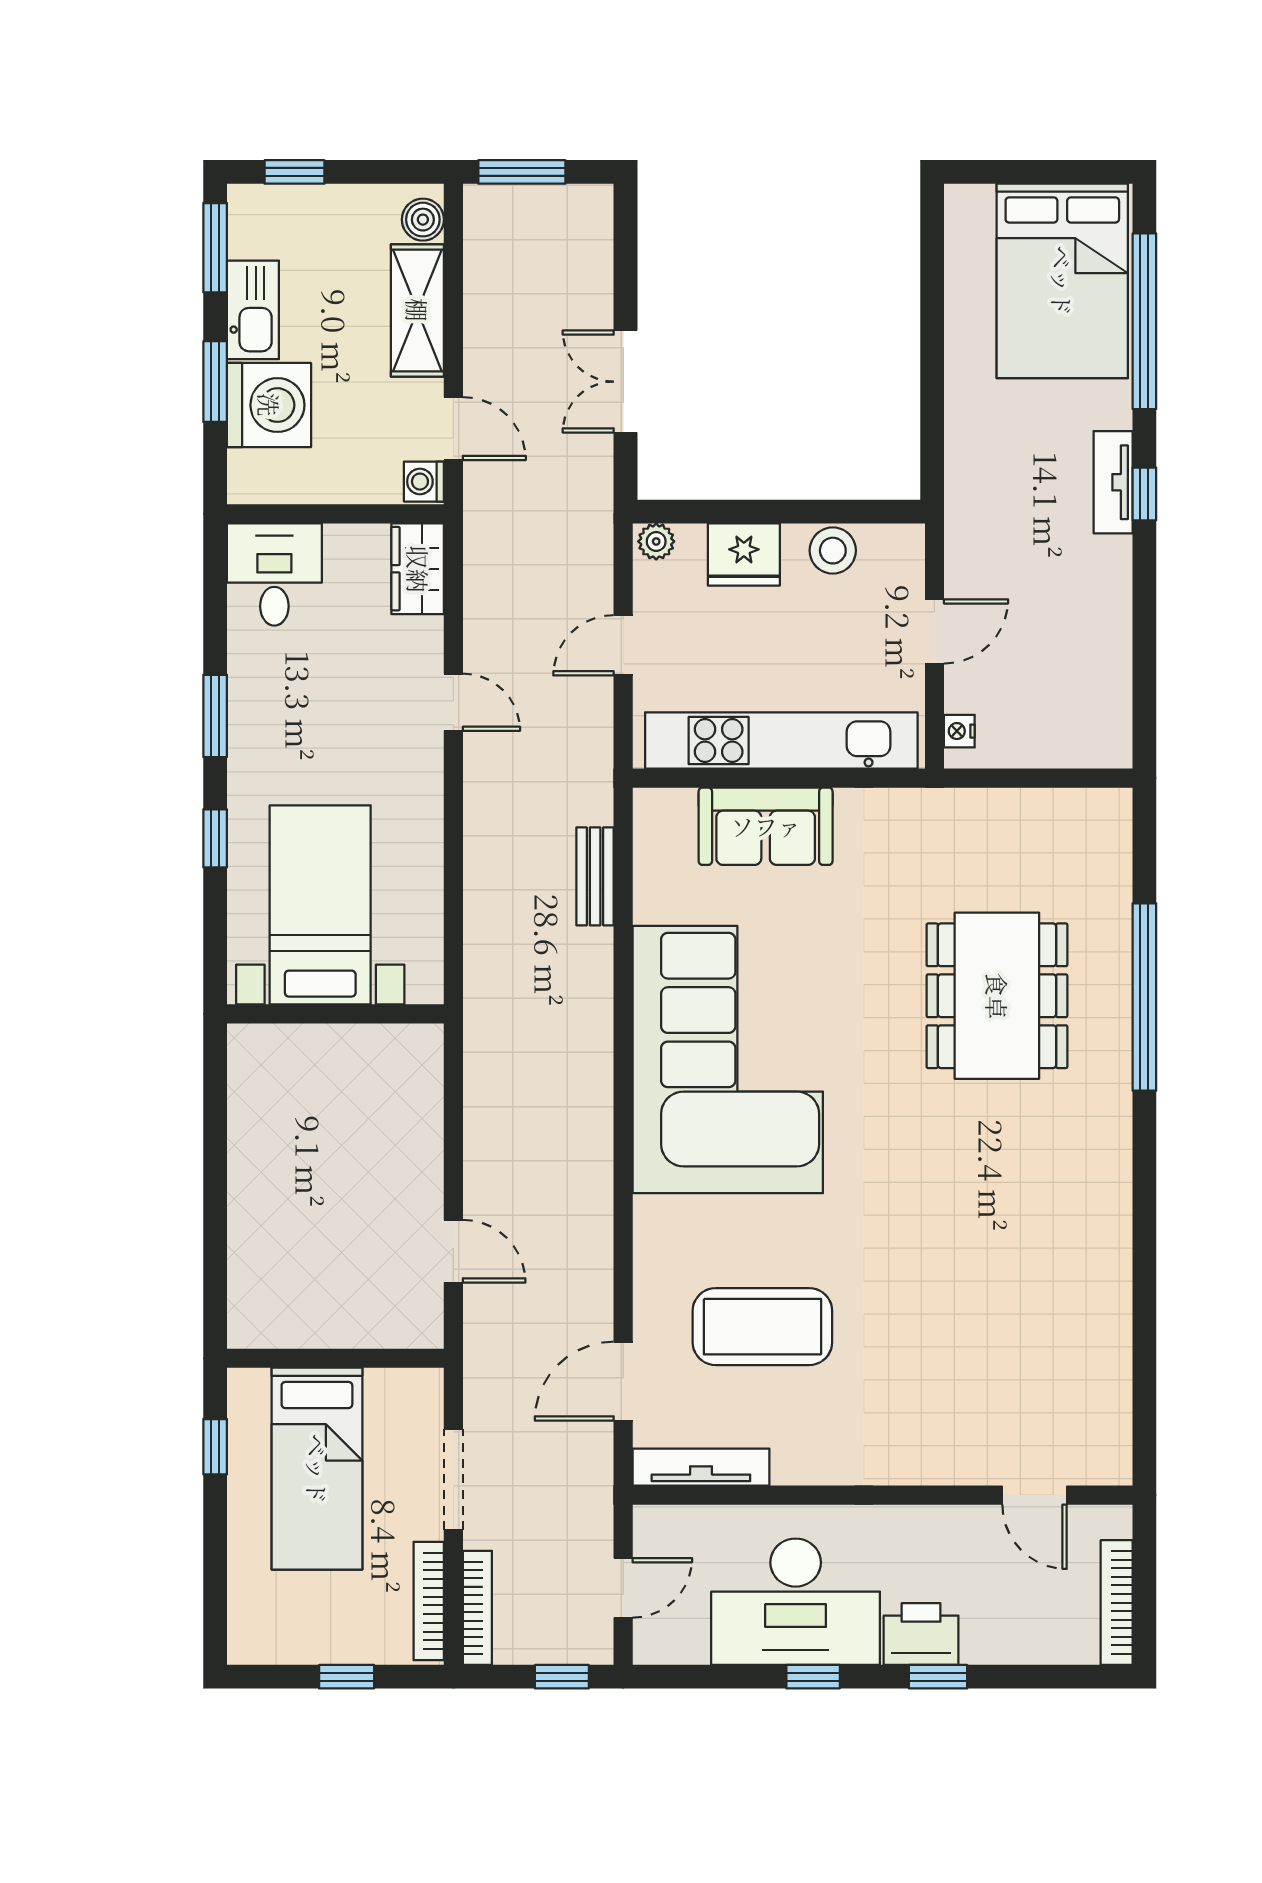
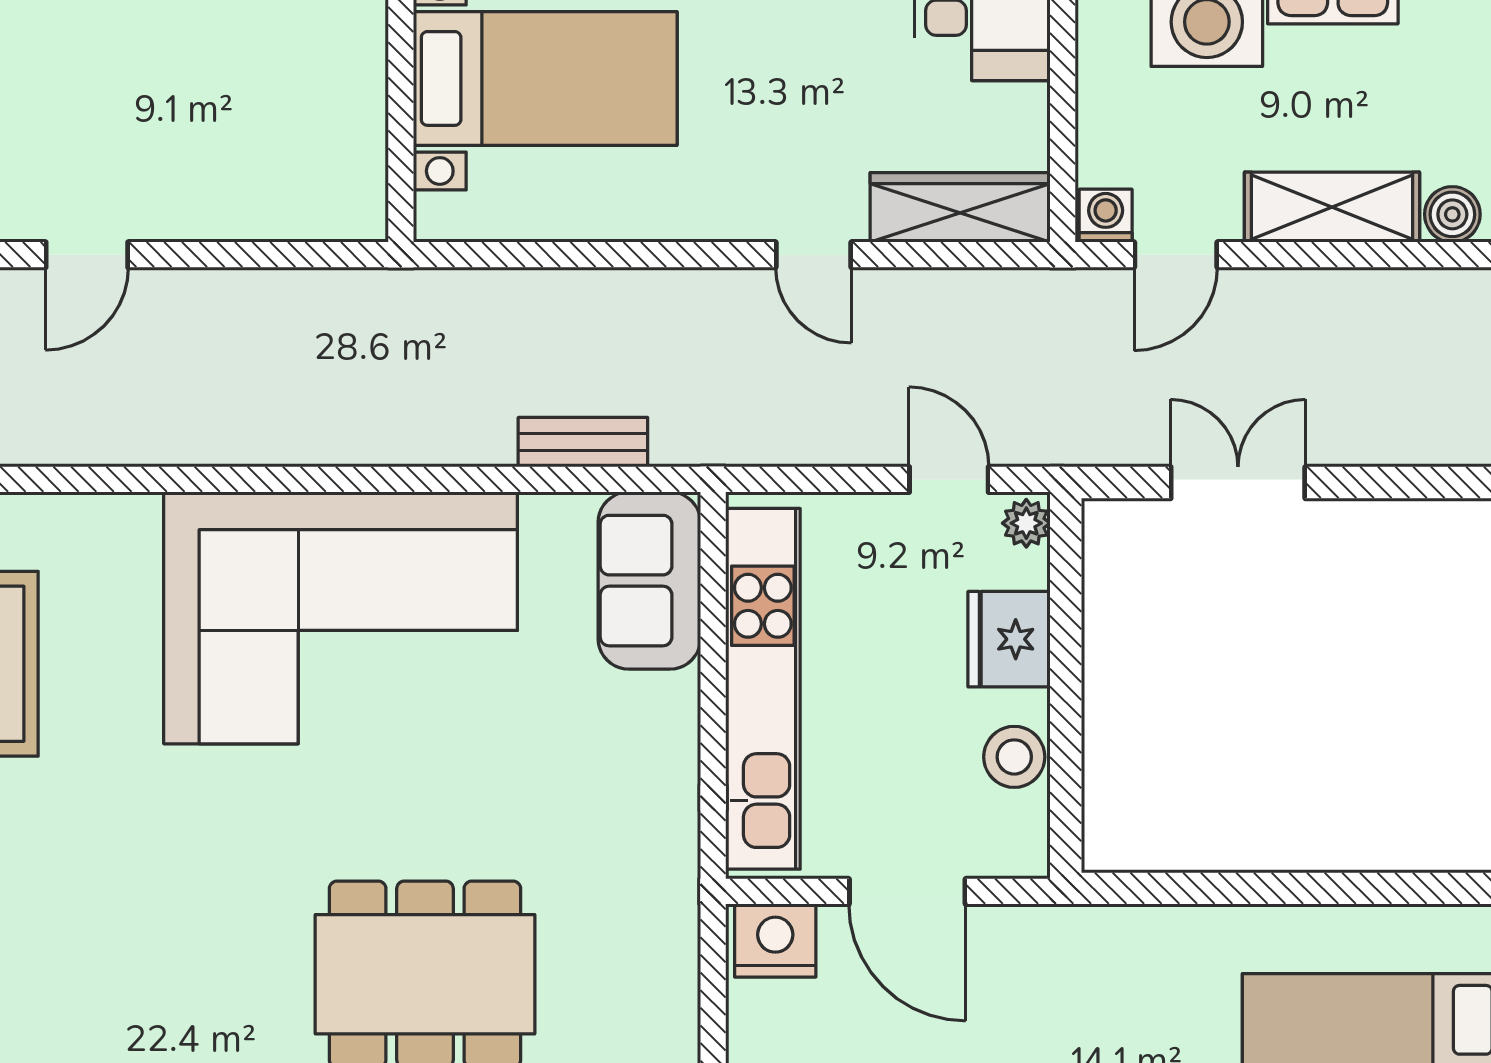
wardrobe: (418, 569) -> (960, 207), width x1.50
door: (934, 631) -> (907, 891), width x1.38
door: (623, 645) -> (949, 479), moved
door: (453, 702) -> (813, 255), hinge flipped
nightstand: (959, 731) -> (775, 940), width x1.89, depth x1.79
sofa: (766, 826) -> (649, 581), moved

